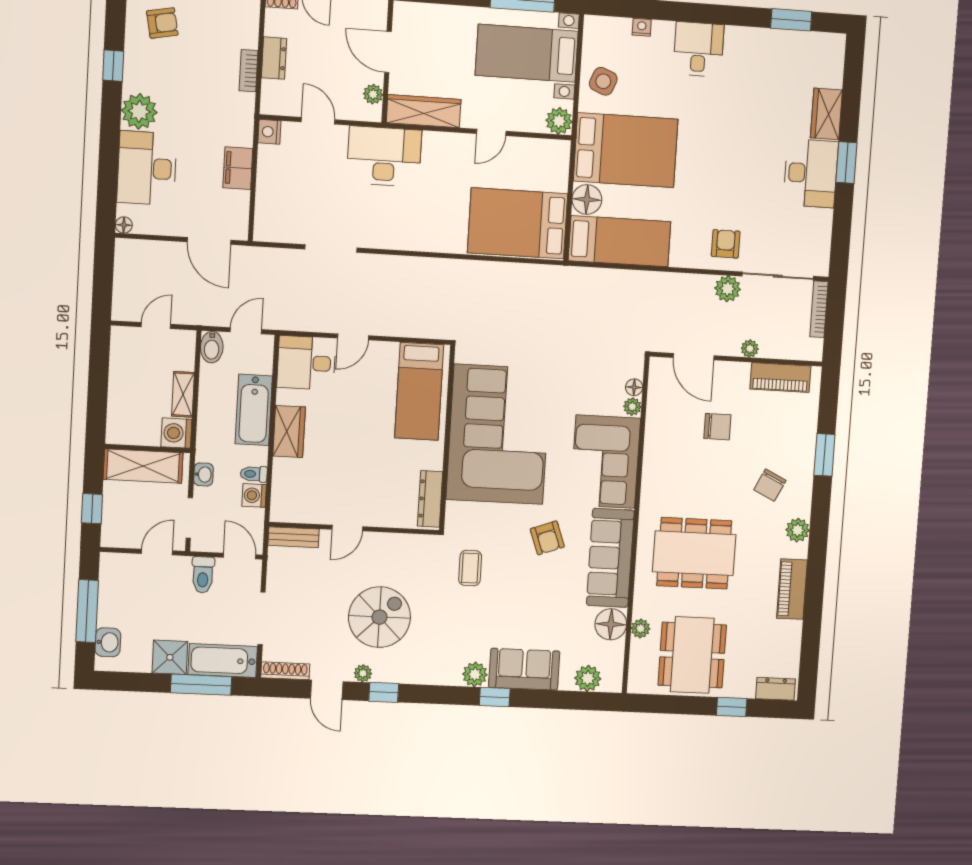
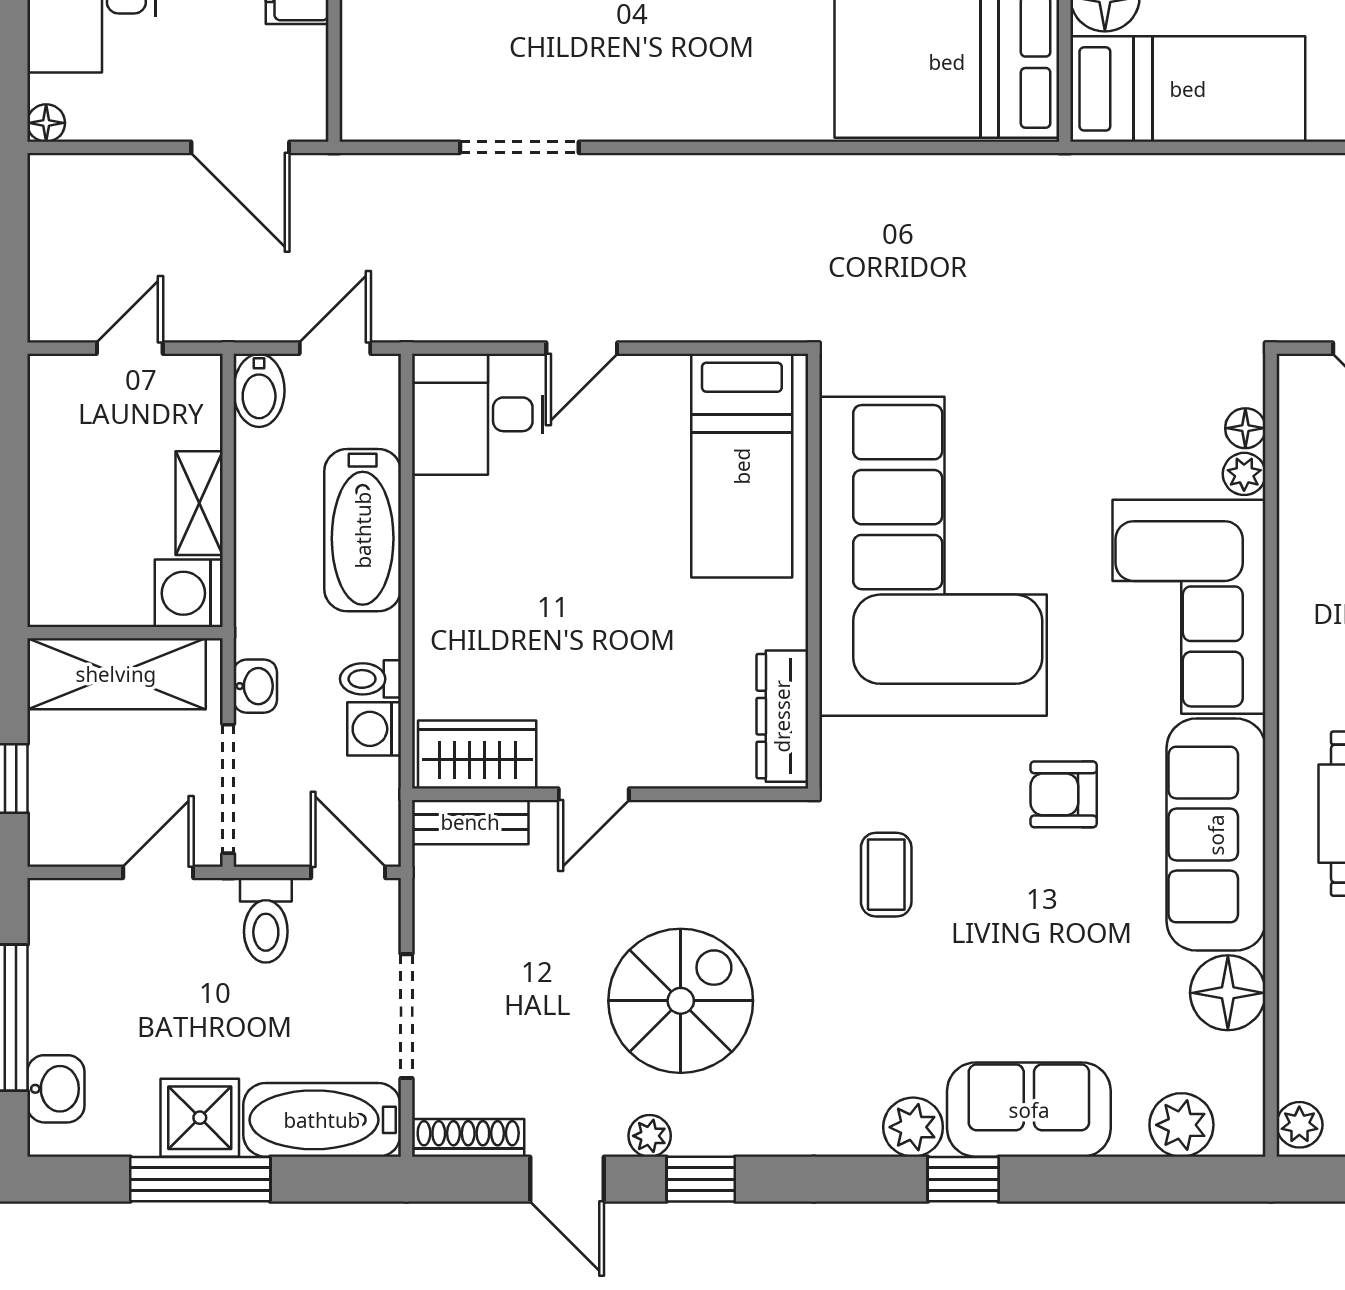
wardrobe: (289, 432) -> (477, 755), moved, turned -90
doorway: (189, 518) -> (228, 789), width x1.38
armchair: (547, 538) -> (1064, 794), turned 110
plant: (640, 629) -> (1299, 1125), moved
window: (201, 685) -> (200, 1179), moved

